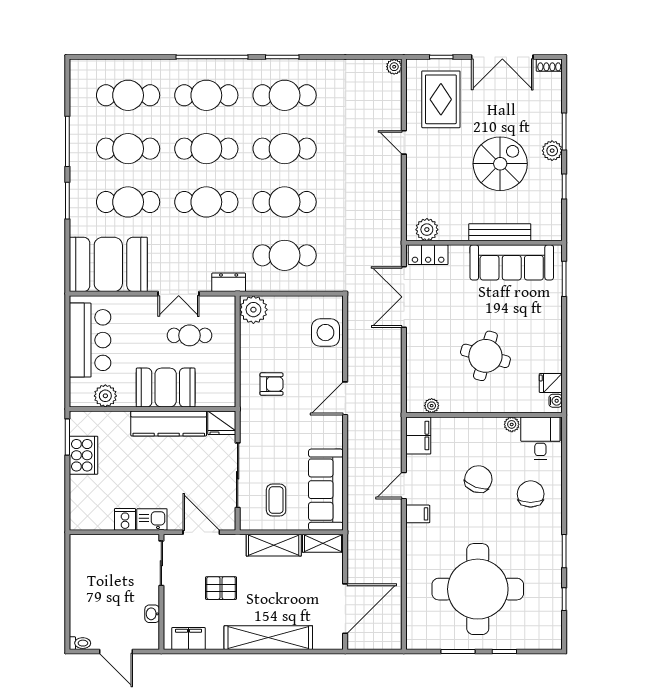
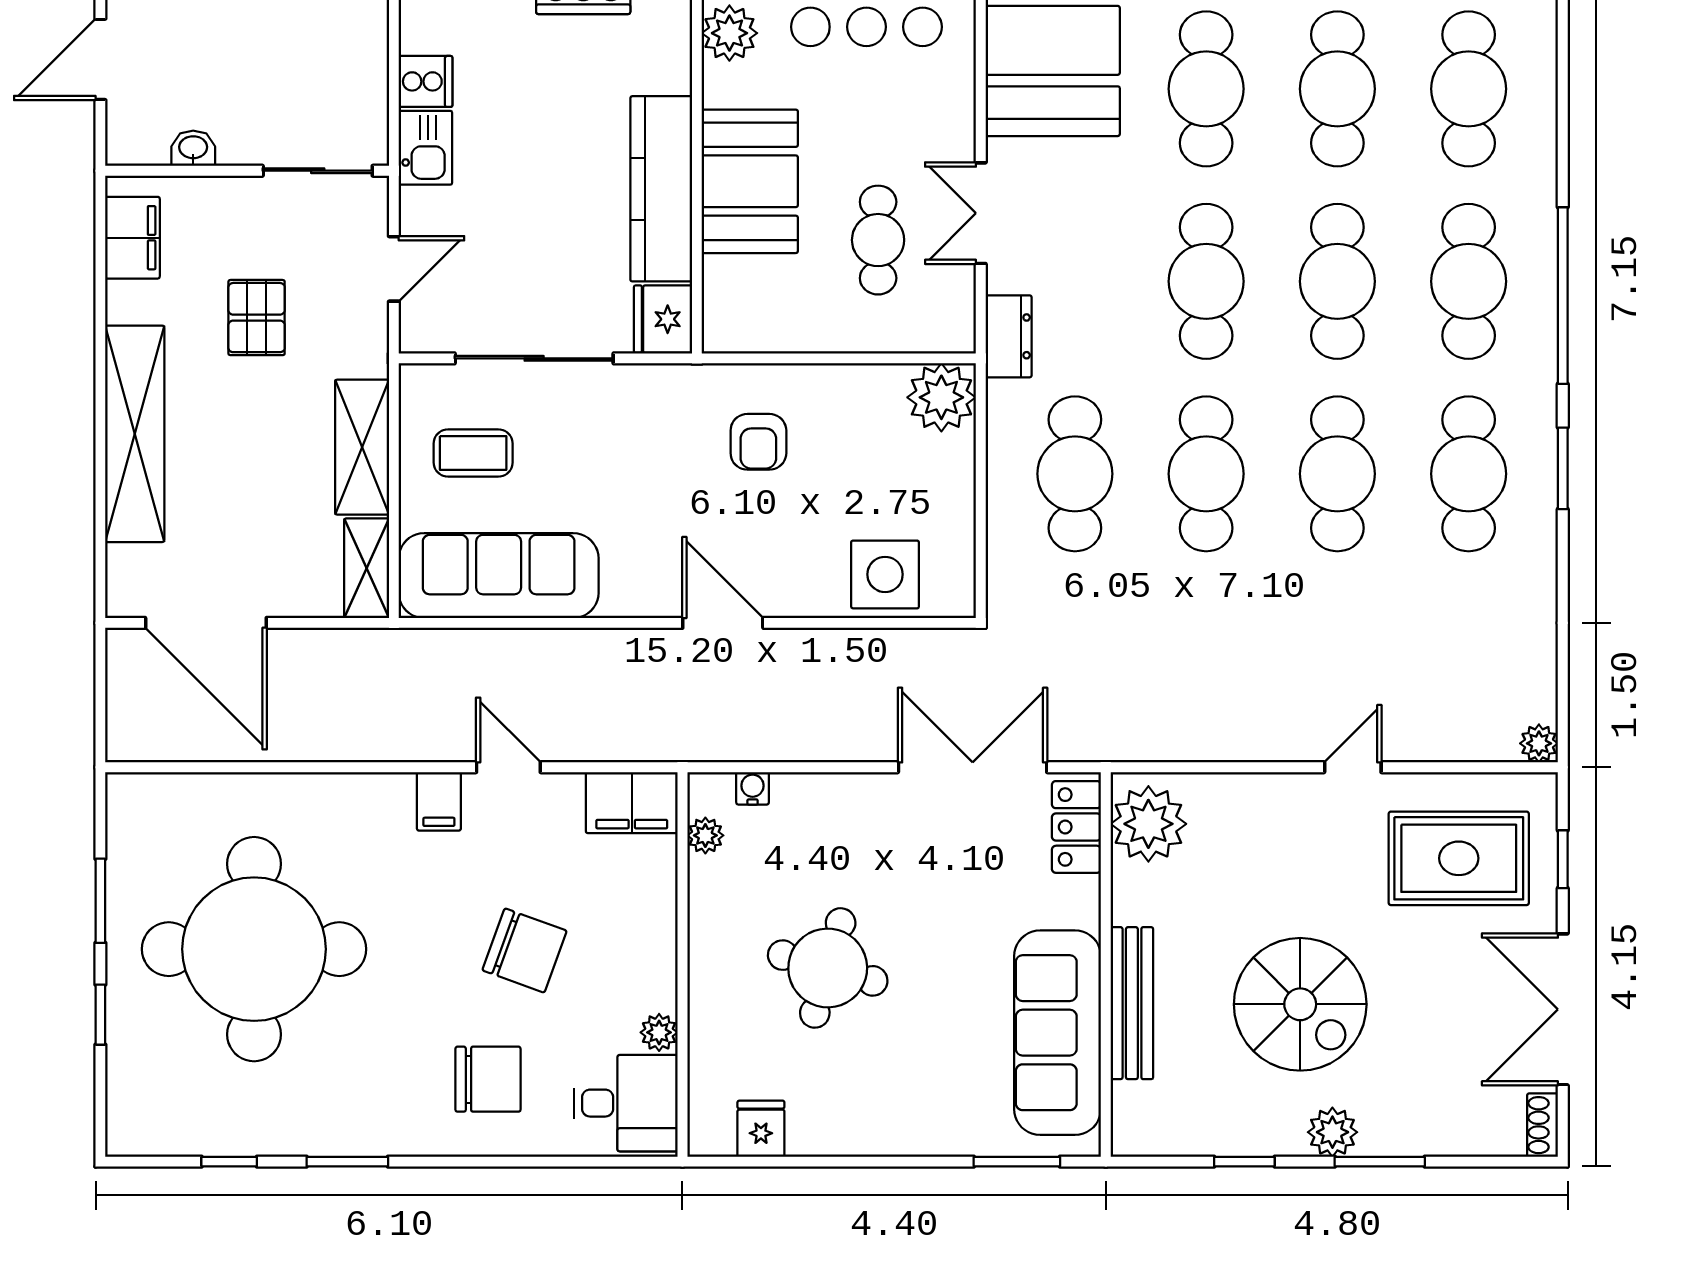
plant: (427, 230) -> (1148, 824), width x1.36, depth x1.36
water cooler: (556, 401) -> (753, 788), moved, turned 180
door: (201, 532) -> (394, 269), width x0.73

